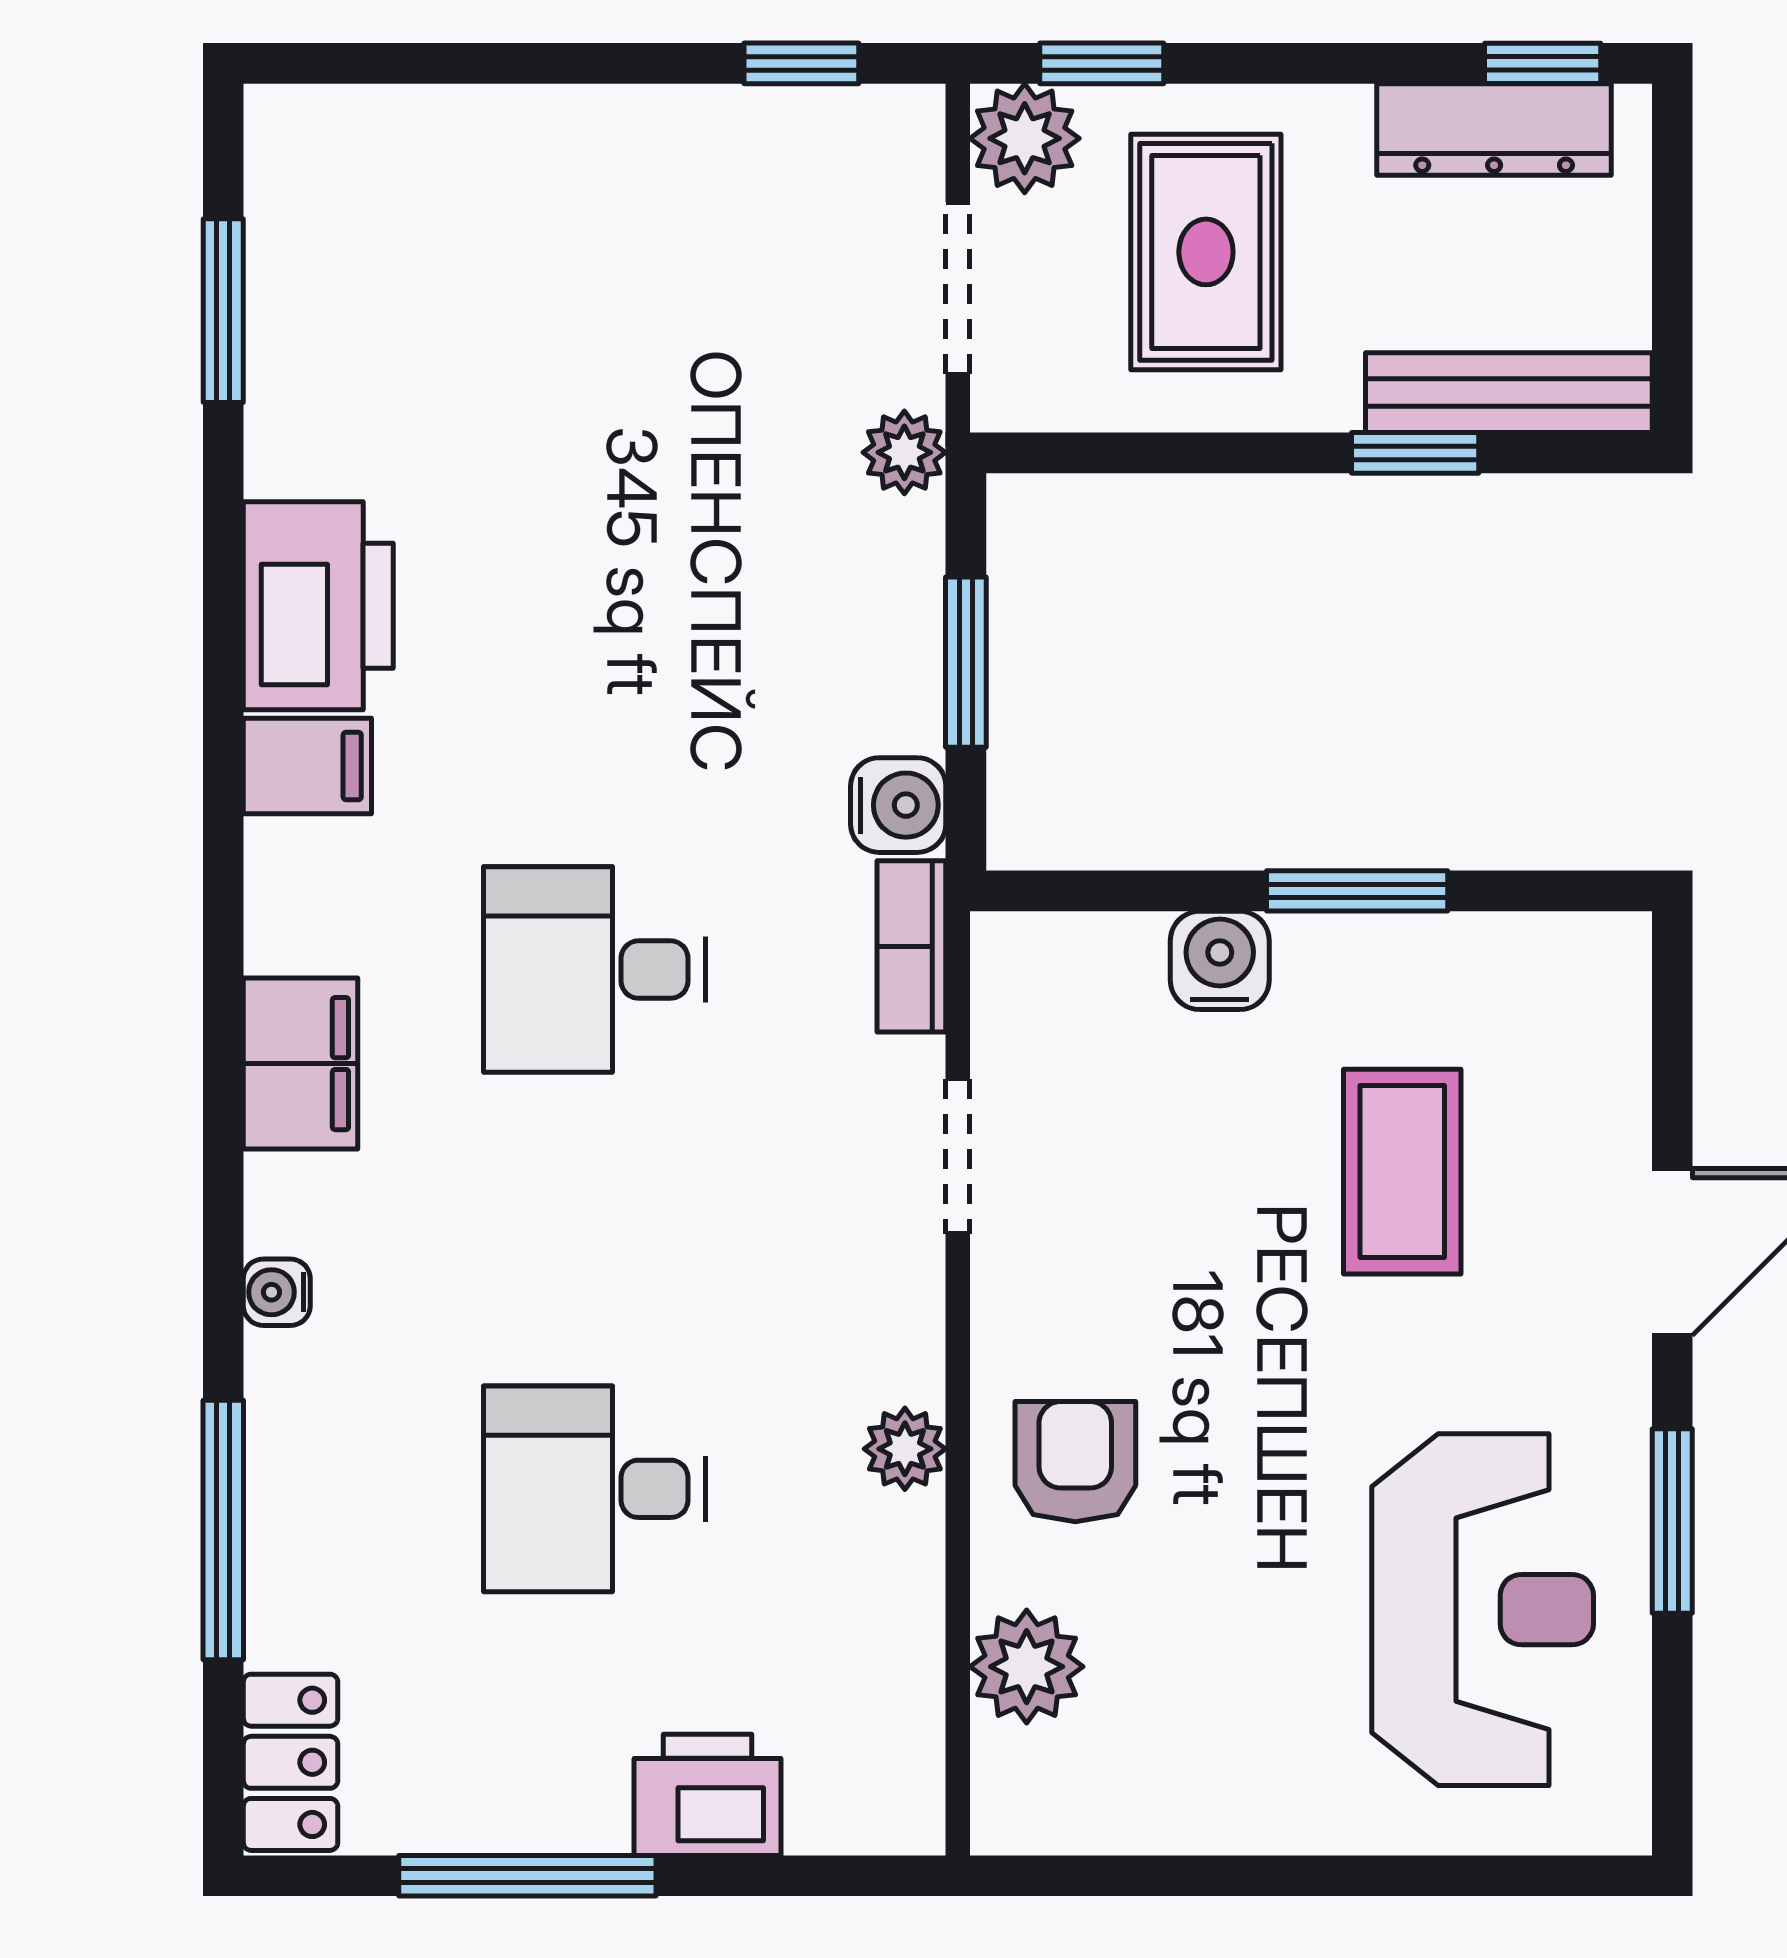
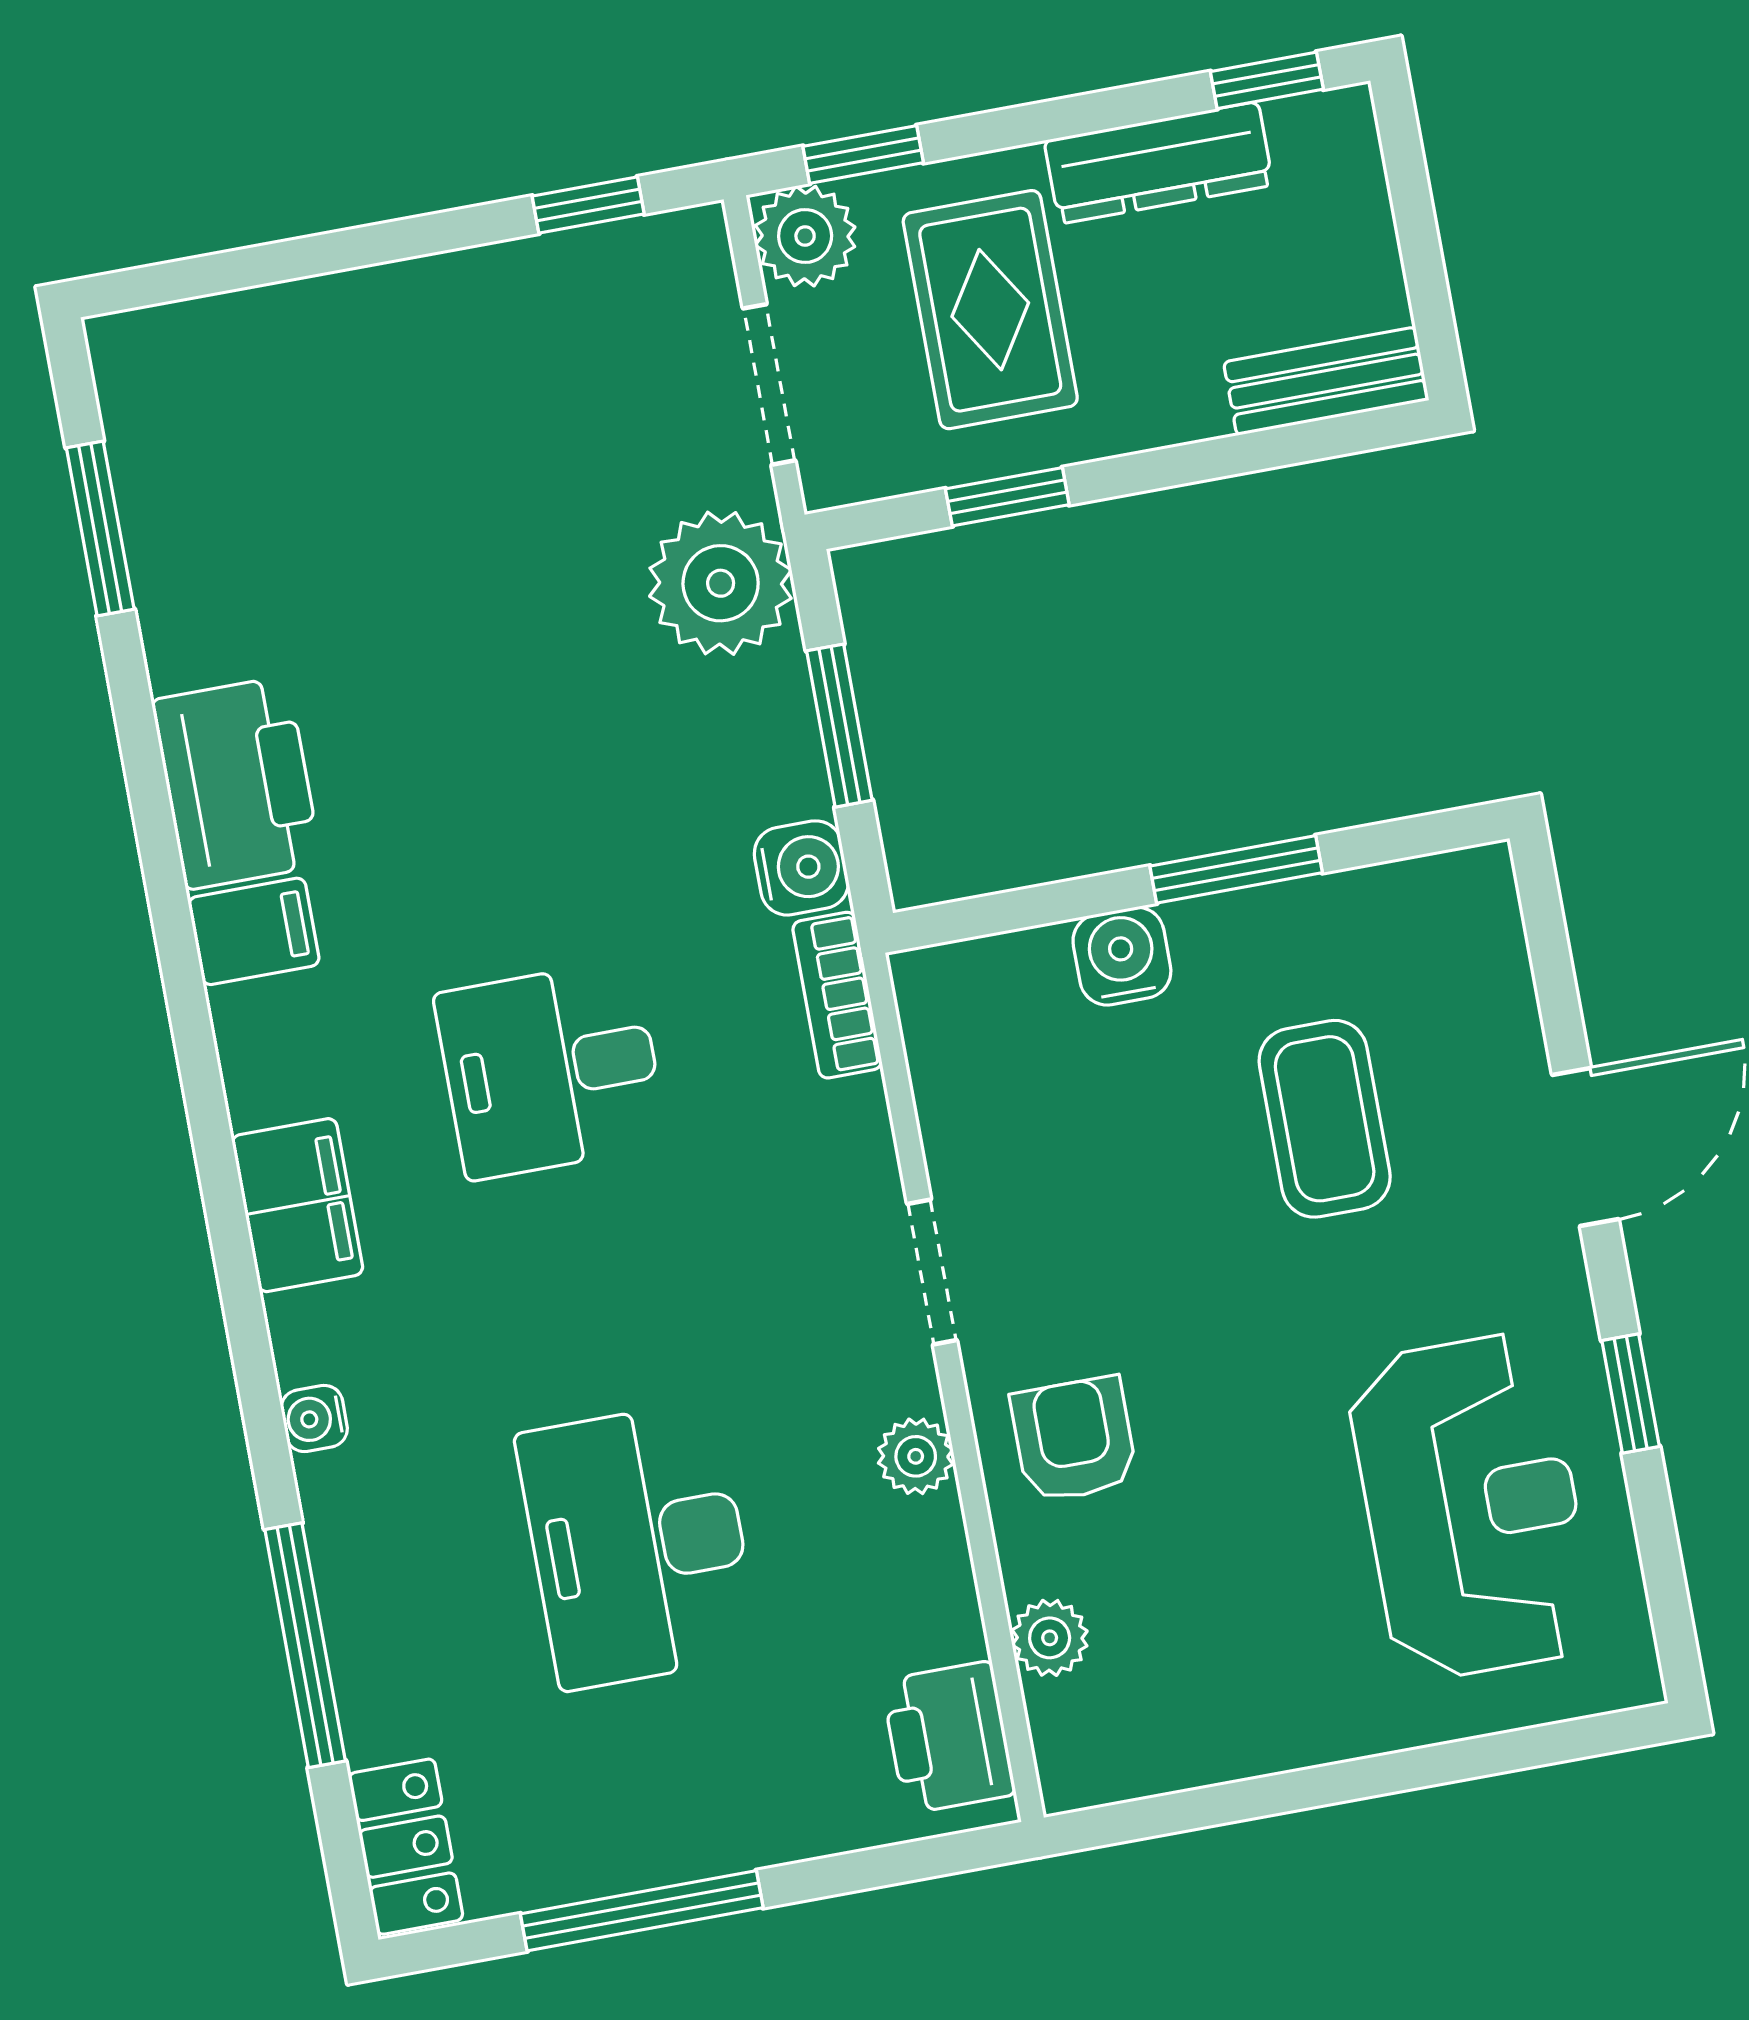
dresser: (1494, 129) -> (1159, 163), moved
bench: (1509, 393) -> (1326, 381), width x0.73
plant: (904, 452) -> (721, 583), width x1.87, depth x1.87
window: (1415, 453) -> (1007, 497), moved
doorway: (958, 1156) -> (932, 1272), moved
desk: (595, 1489) -> (638, 1545), width x1.37
window: (1672, 1521) -> (1631, 1393), width x0.67
plant: (1027, 1667) -> (1050, 1638), width x0.73, depth x0.73
printer: (708, 1795) -> (949, 1738), moved, turned -90

